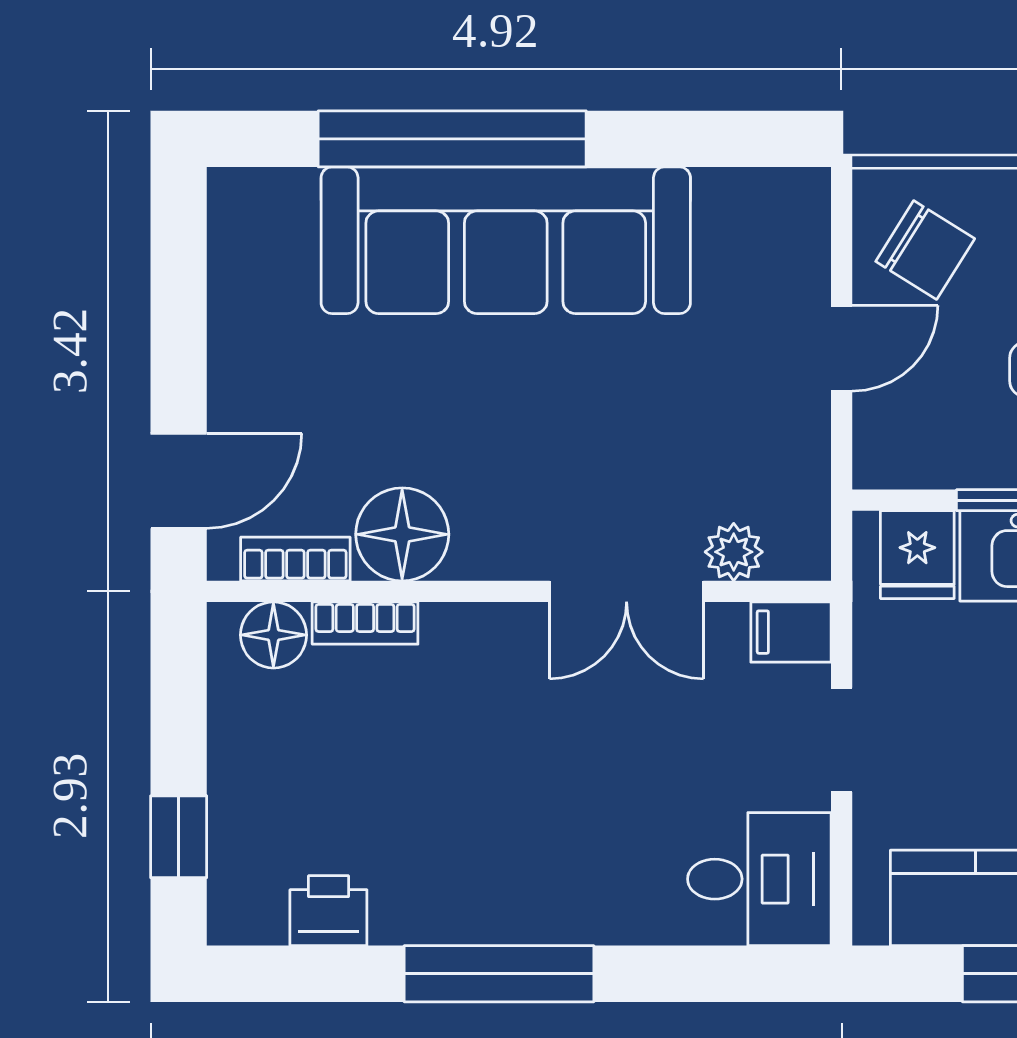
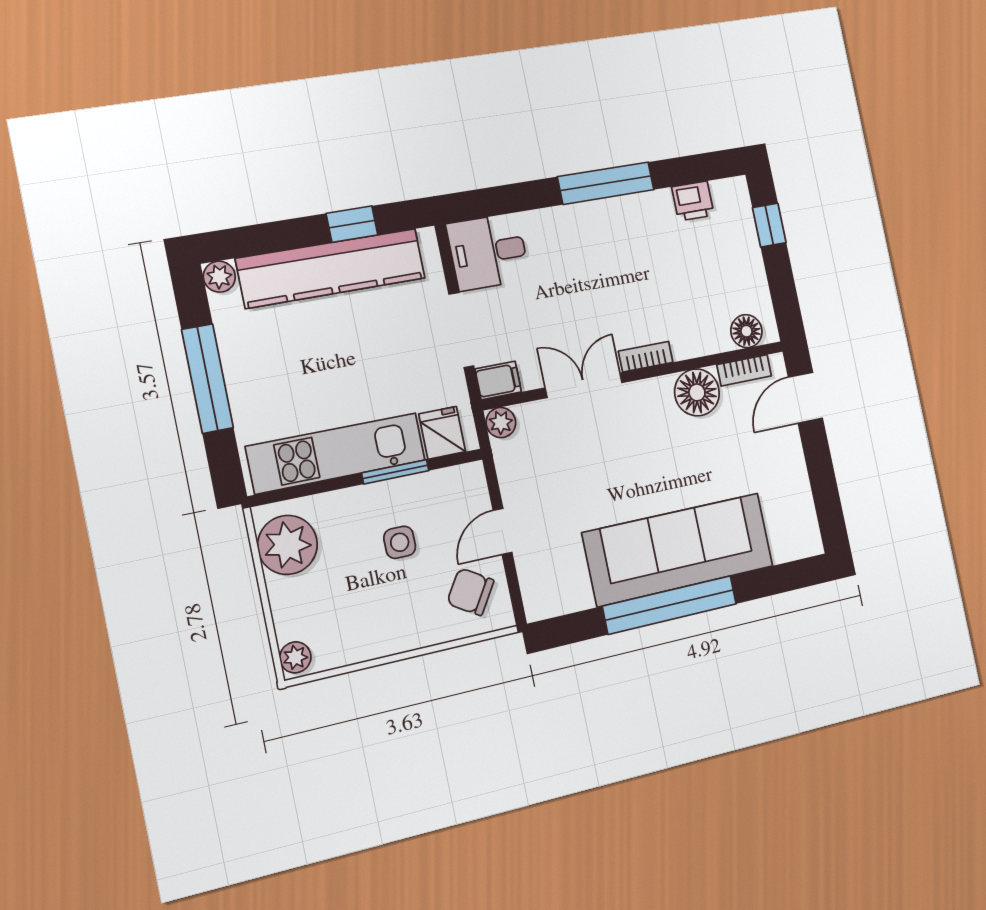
window: (452, 139) -> (670, 605), moved
plant: (734, 552) -> (501, 423), moved
bookcase: (365, 623) -> (646, 357), moved
doorway: (842, 740) -> (461, 330), width x1.38

